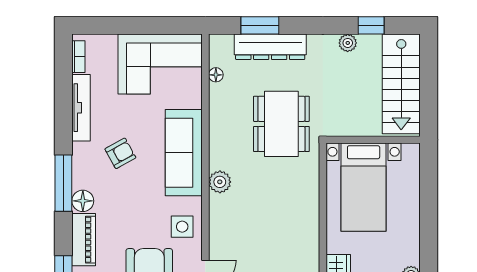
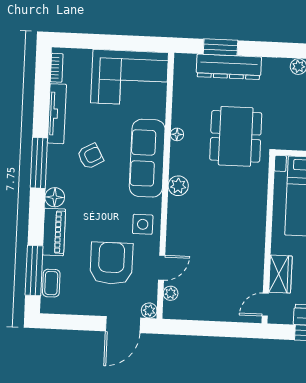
floor lamp: (216, 75) -> (177, 134), moved
window: (63, 183) -> (39, 163), moved

